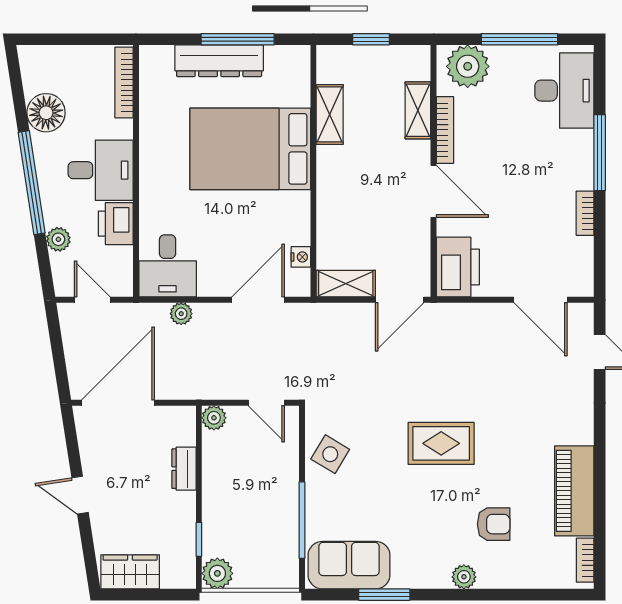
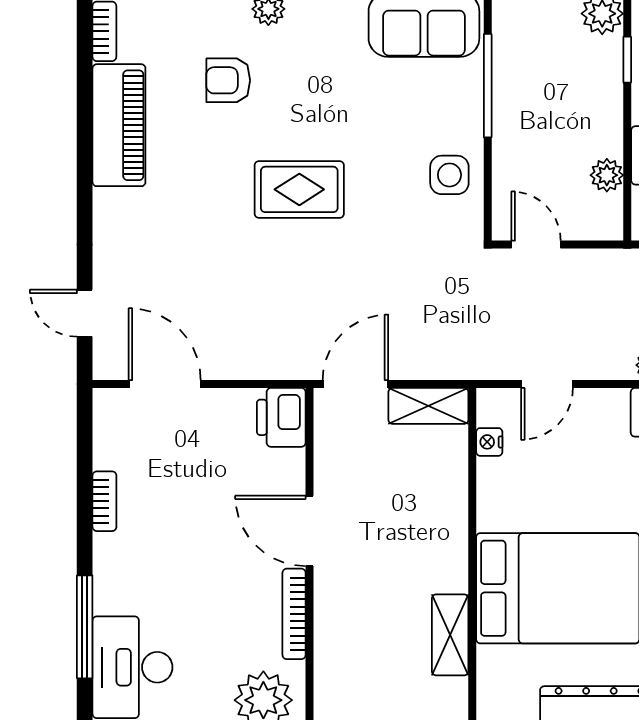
shelving: (418, 110) -> (331, 640), removed
window: (600, 153) -> (85, 627), moved
printer: (458, 267) -> (281, 417), width x0.73, depth x0.84
door: (258, 300) -> (547, 384), width x0.73
plant: (214, 418) -> (607, 175), moved
side table: (330, 454) -> (449, 175), turned -31

